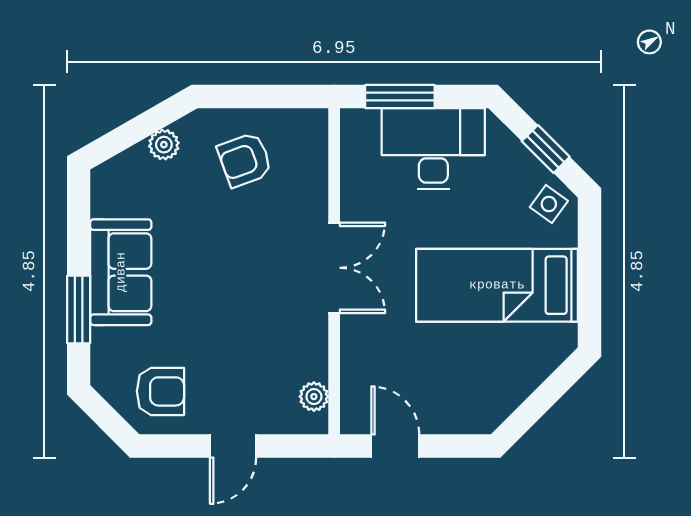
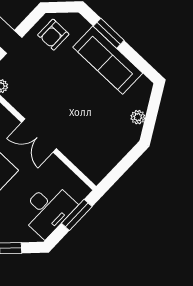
armchair: (245, 160) -> (106, 140), removed
sofa: (121, 272) -> (108, 60), width x1.36

